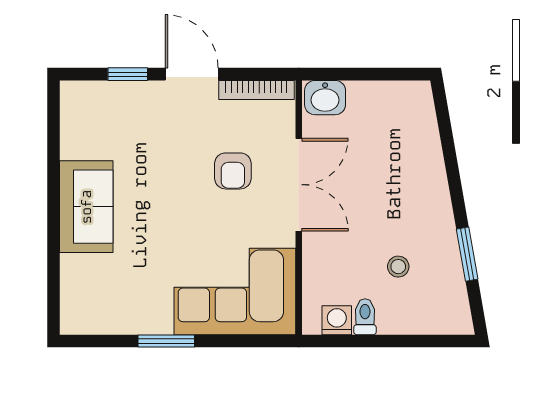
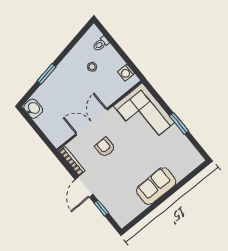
washbasin: (325, 98) -> (33, 109), moved
armchair: (233, 171) -> (105, 147), turned -90
window: (467, 254) -> (47, 74), moved
toilet: (365, 317) -> (101, 44), moved

